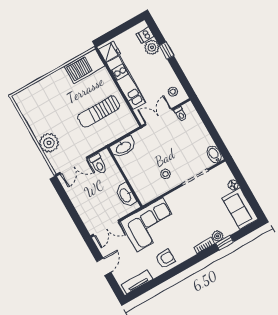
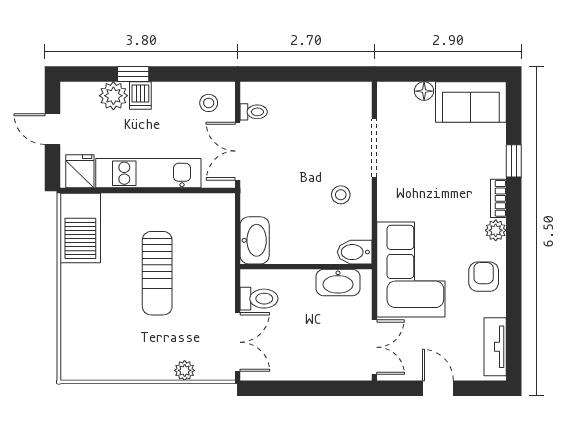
door: (121, 29) -> (53, 129), added
dishwasher: (145, 35) -> (140, 95), moved
sun lounger: (99, 112) -> (157, 273), moved
plant: (49, 143) -> (185, 370), width x0.53, depth x0.53
bidet: (214, 155) -> (355, 252), moved
plant: (218, 236) -> (496, 230), moved

